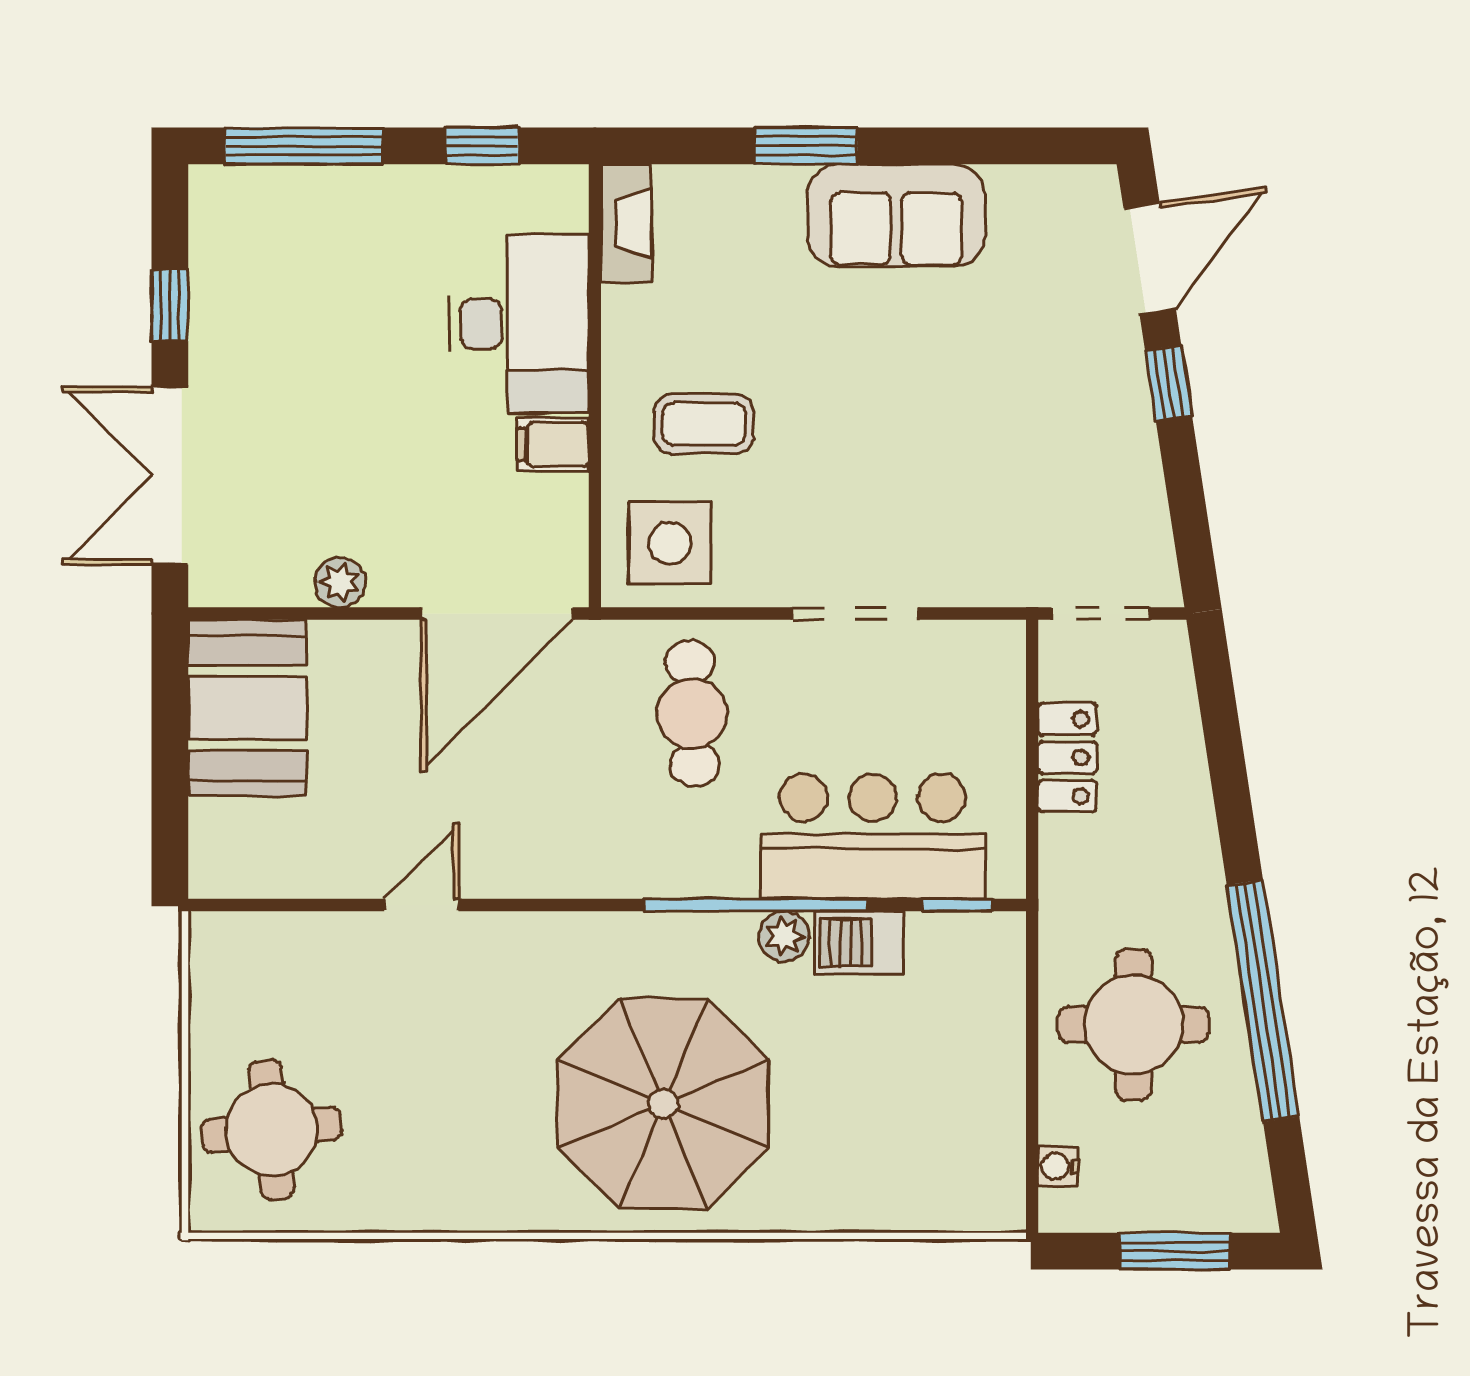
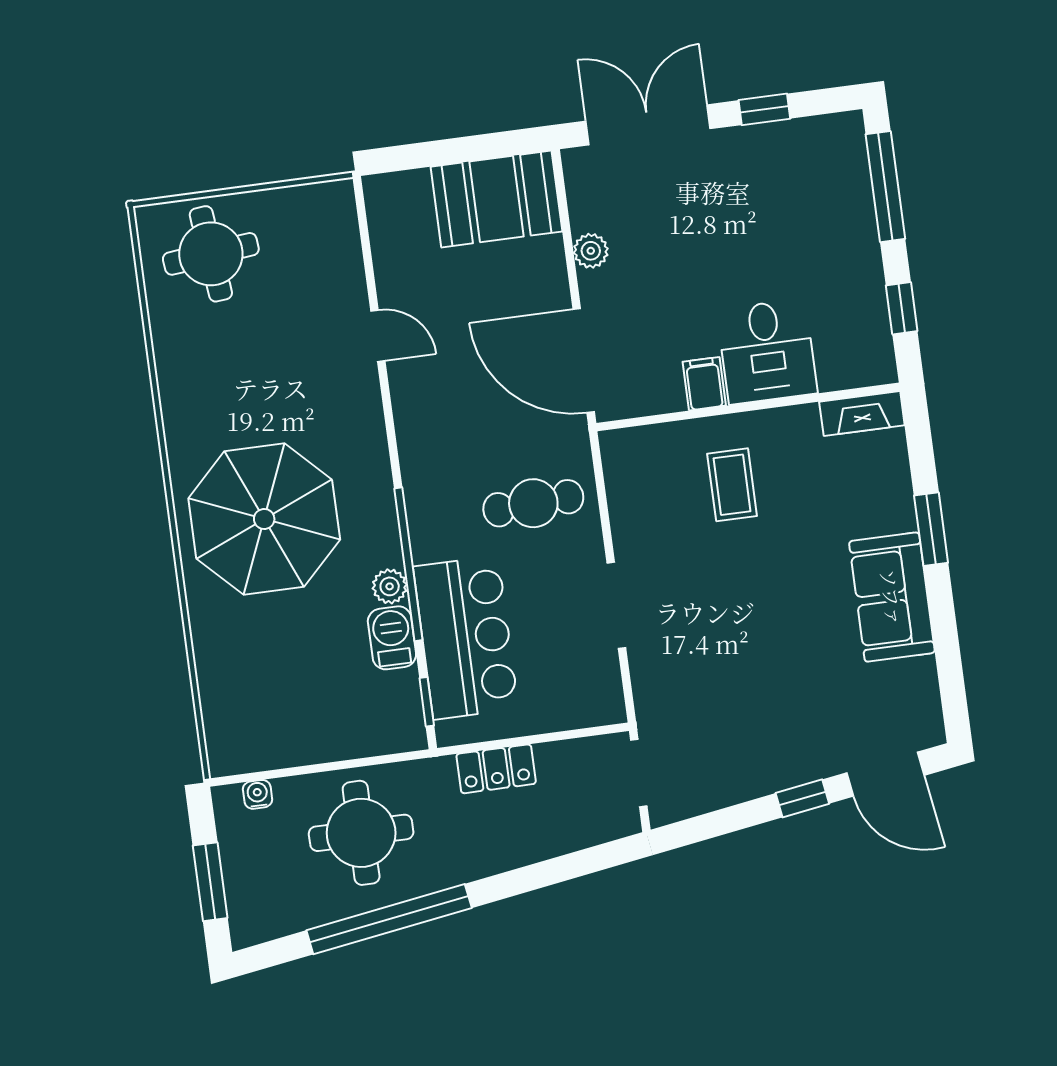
desk: (519, 324) -> (767, 352), width x0.73
side table: (670, 543) -> (647, 472), removed
locker: (1067, 758) -> (496, 769), moved

